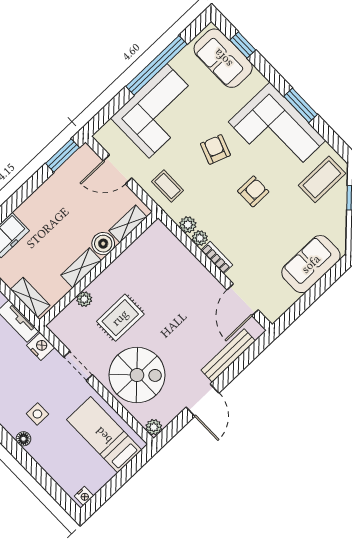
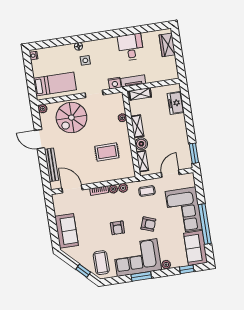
sofa: (223, 58) -> (196, 248), moved, turned -90
plant: (257, 81) -> (166, 265), added
rug: (120, 318) -> (107, 152), moved, turned 90

